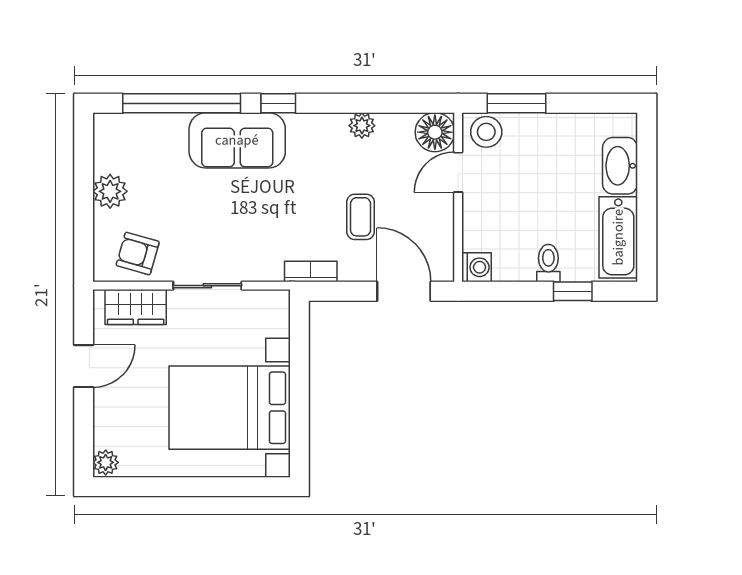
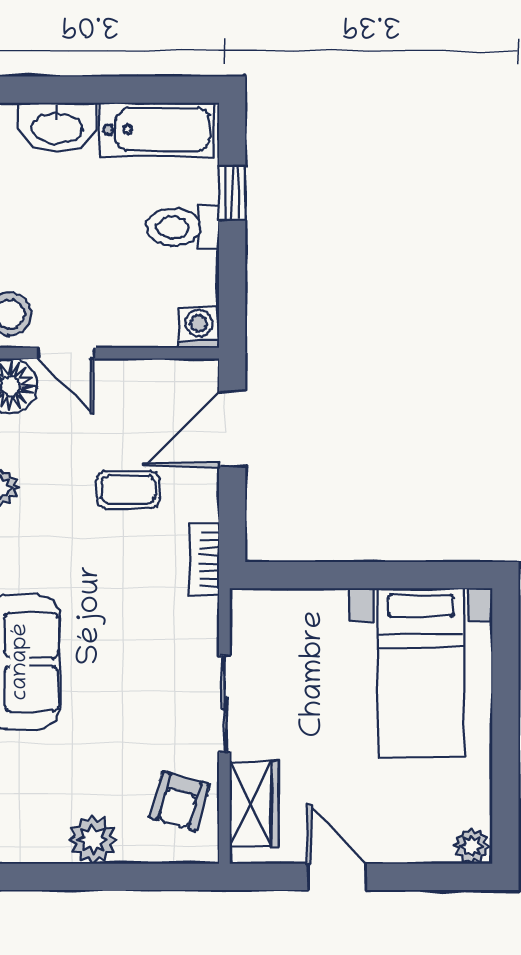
toilet: (548, 263) -> (183, 227), width x1.37, depth x1.39
bed with nightstands: (230, 408) -> (421, 673), width x0.73

